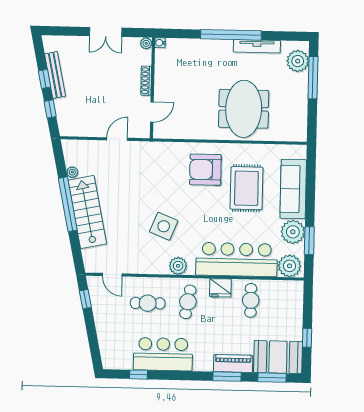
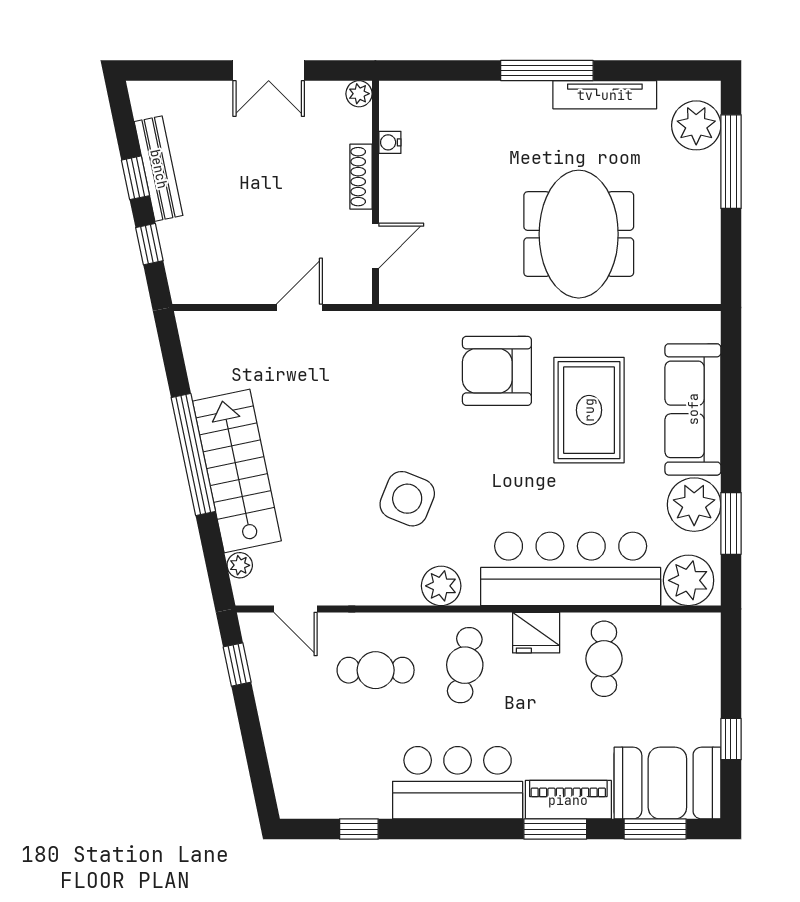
window: (231, 35) -> (547, 70), width x0.68
water cooler: (160, 43) -> (390, 142), moved
plant: (72, 172) -> (240, 565), moved
bar counter: (163, 354) -> (458, 783), moved

